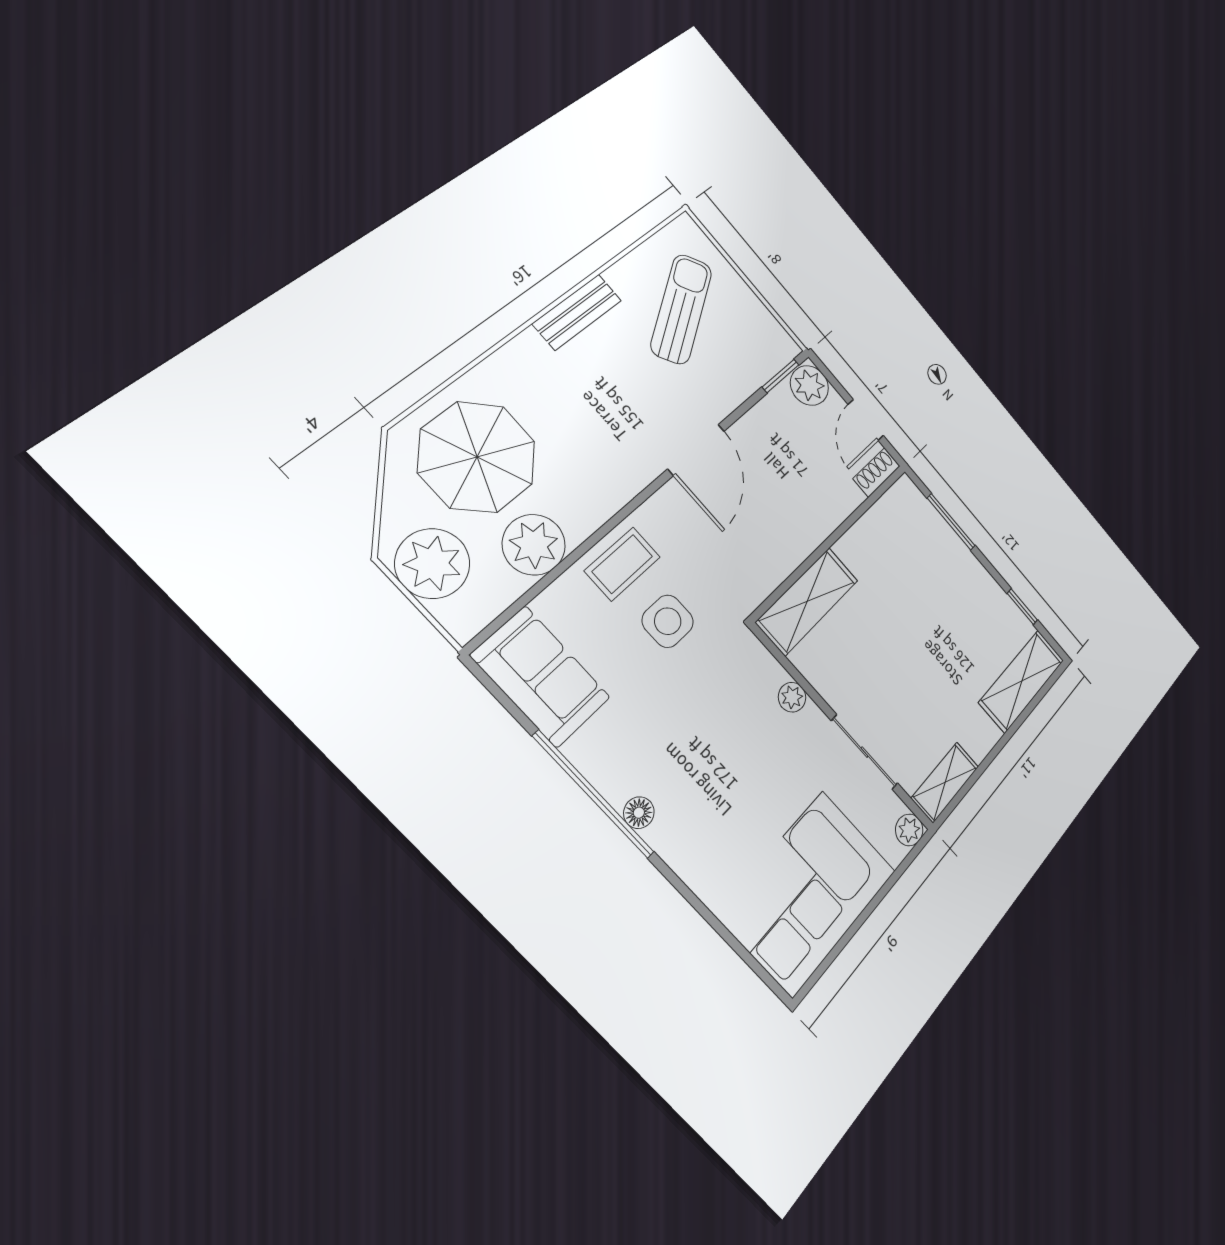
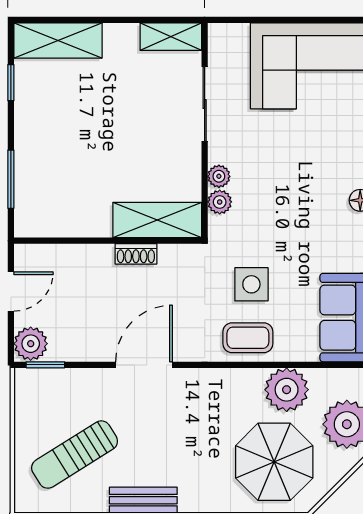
shoe rack: (877, 472) -> (136, 254), moved
plant: (909, 830) -> (220, 202), moved

